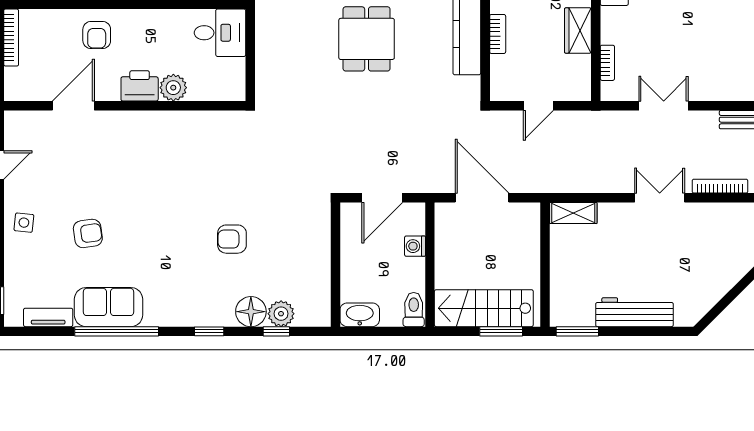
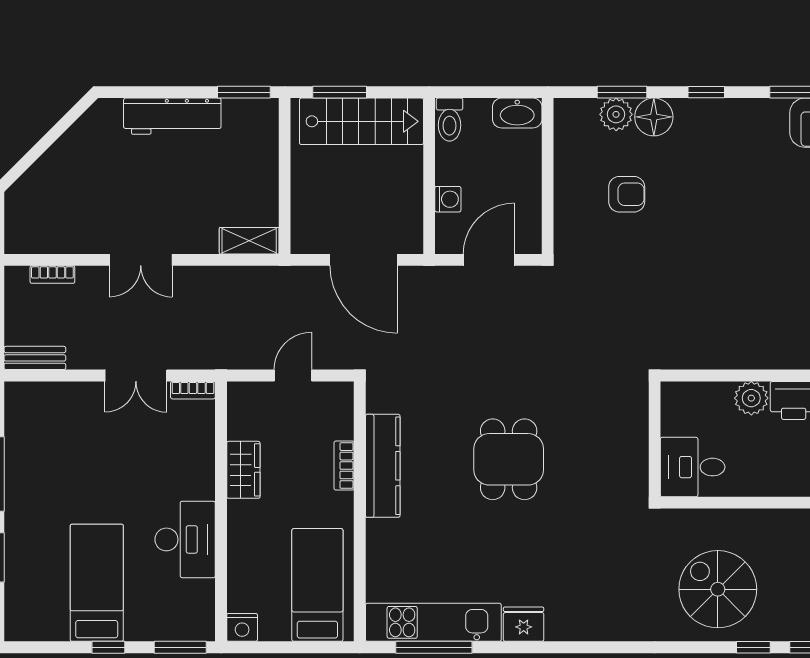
bookcase: (607, 63) -> (193, 390), moved, turned -90
bookcase: (720, 186) -> (52, 275), width x0.64
armchair: (232, 239) -> (627, 194), moved
window: (276, 331) -> (622, 92), width x1.50

